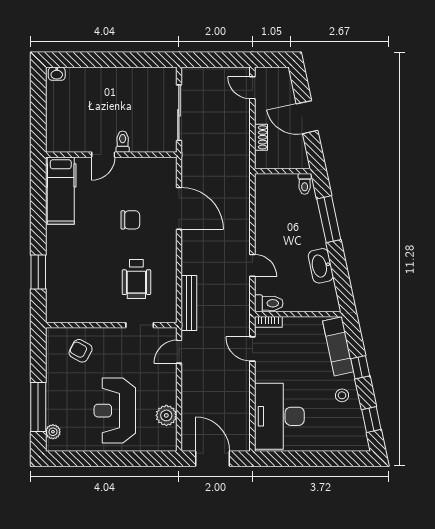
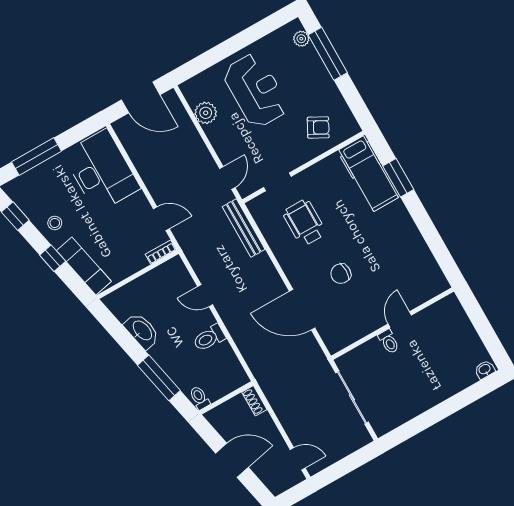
shoe rack: (261, 137) -> (254, 401), moved
hospital bed: (61, 191) -> (369, 174), moved, turned 180
toilet: (269, 303) -> (209, 338), moved
window: (326, 459) -> (37, 157), added

